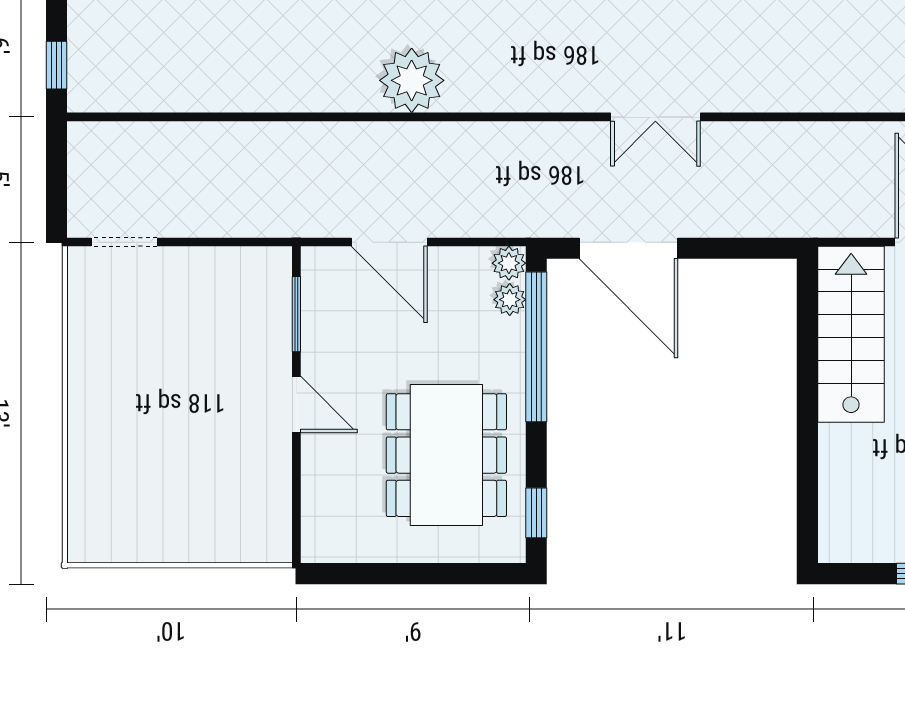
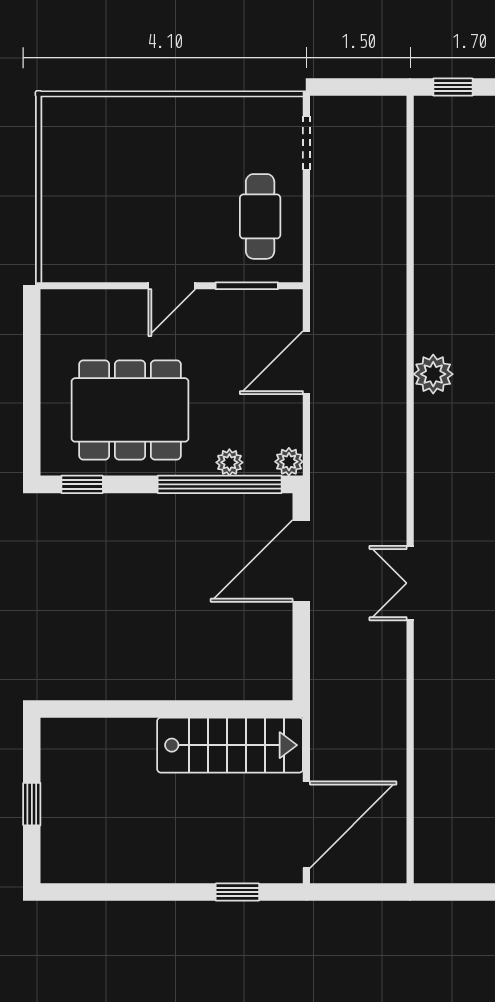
plant: (412, 80) -> (433, 374), width x0.73, depth x0.73
cafe table: (213, 298) -> (260, 216), added
plant: (510, 300) -> (229, 462), moved

